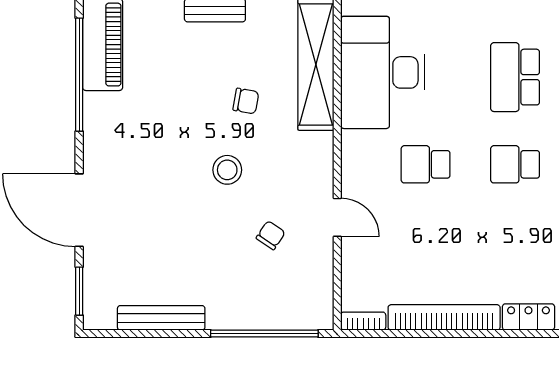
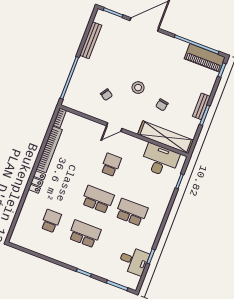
desk: (383, 72) -> (160, 160), width x0.73, depth x0.77
school desk: (515, 164) -> (98, 199), width x1.85
door: (337, 217) -> (114, 127), moved

